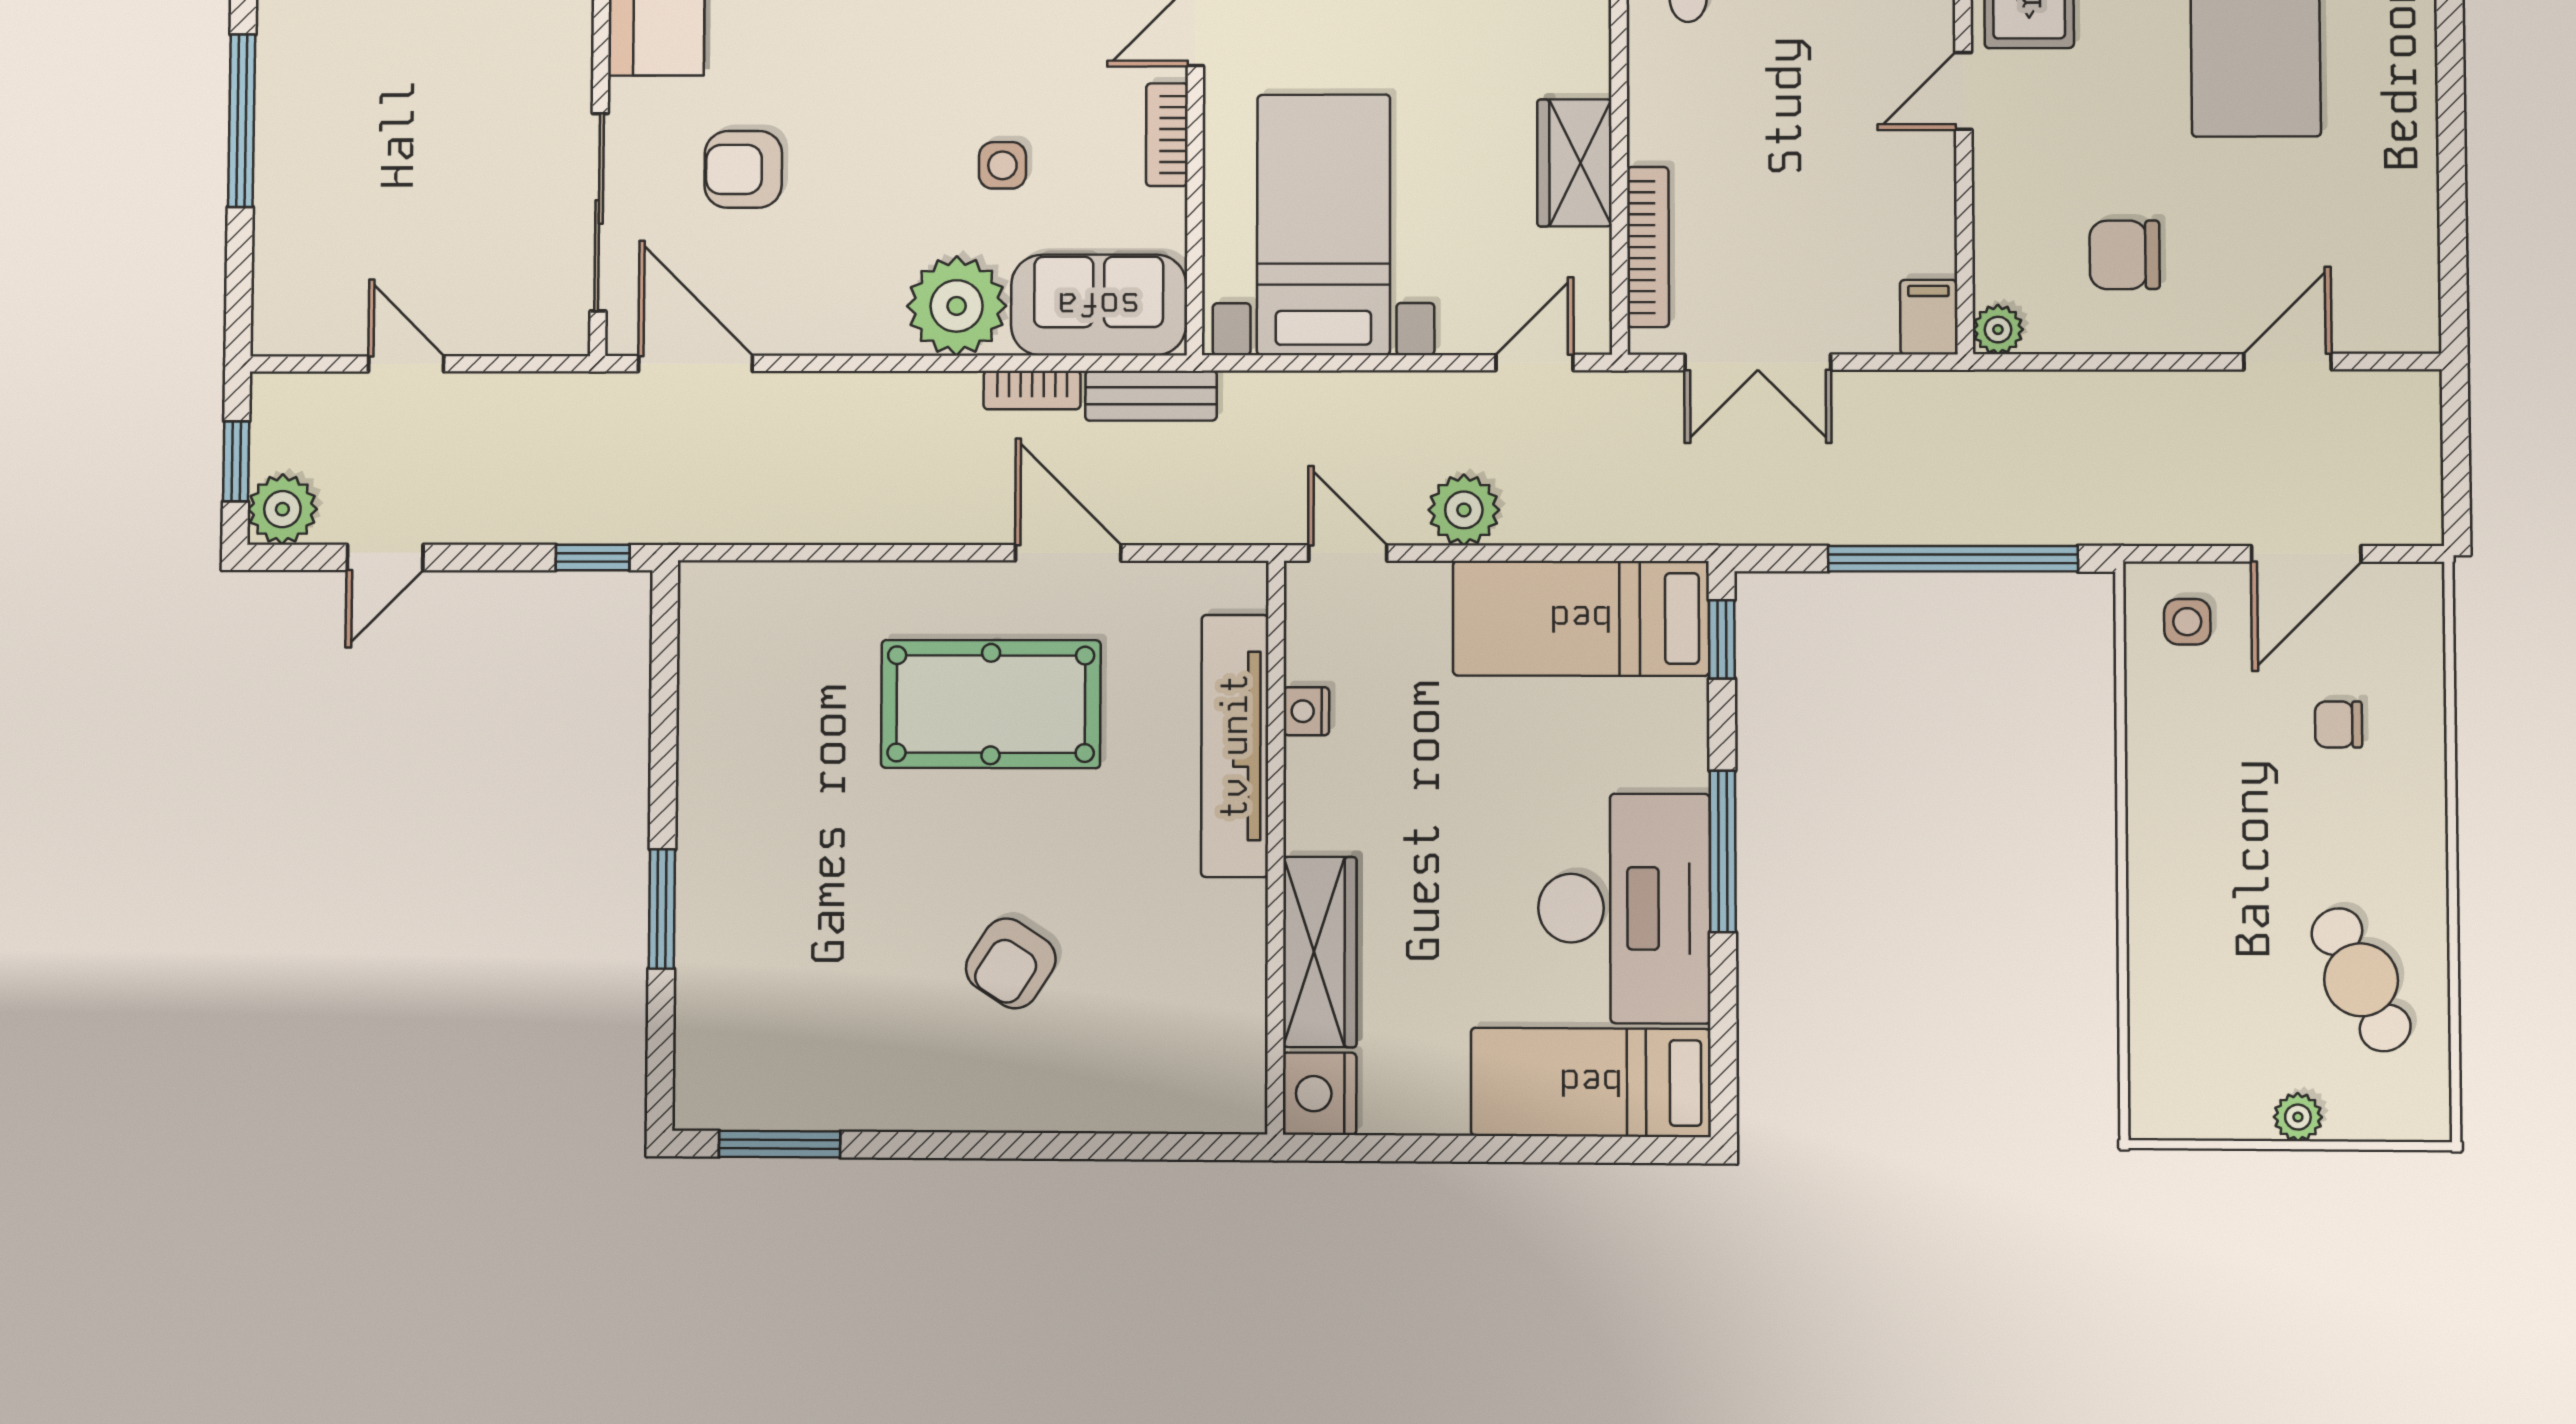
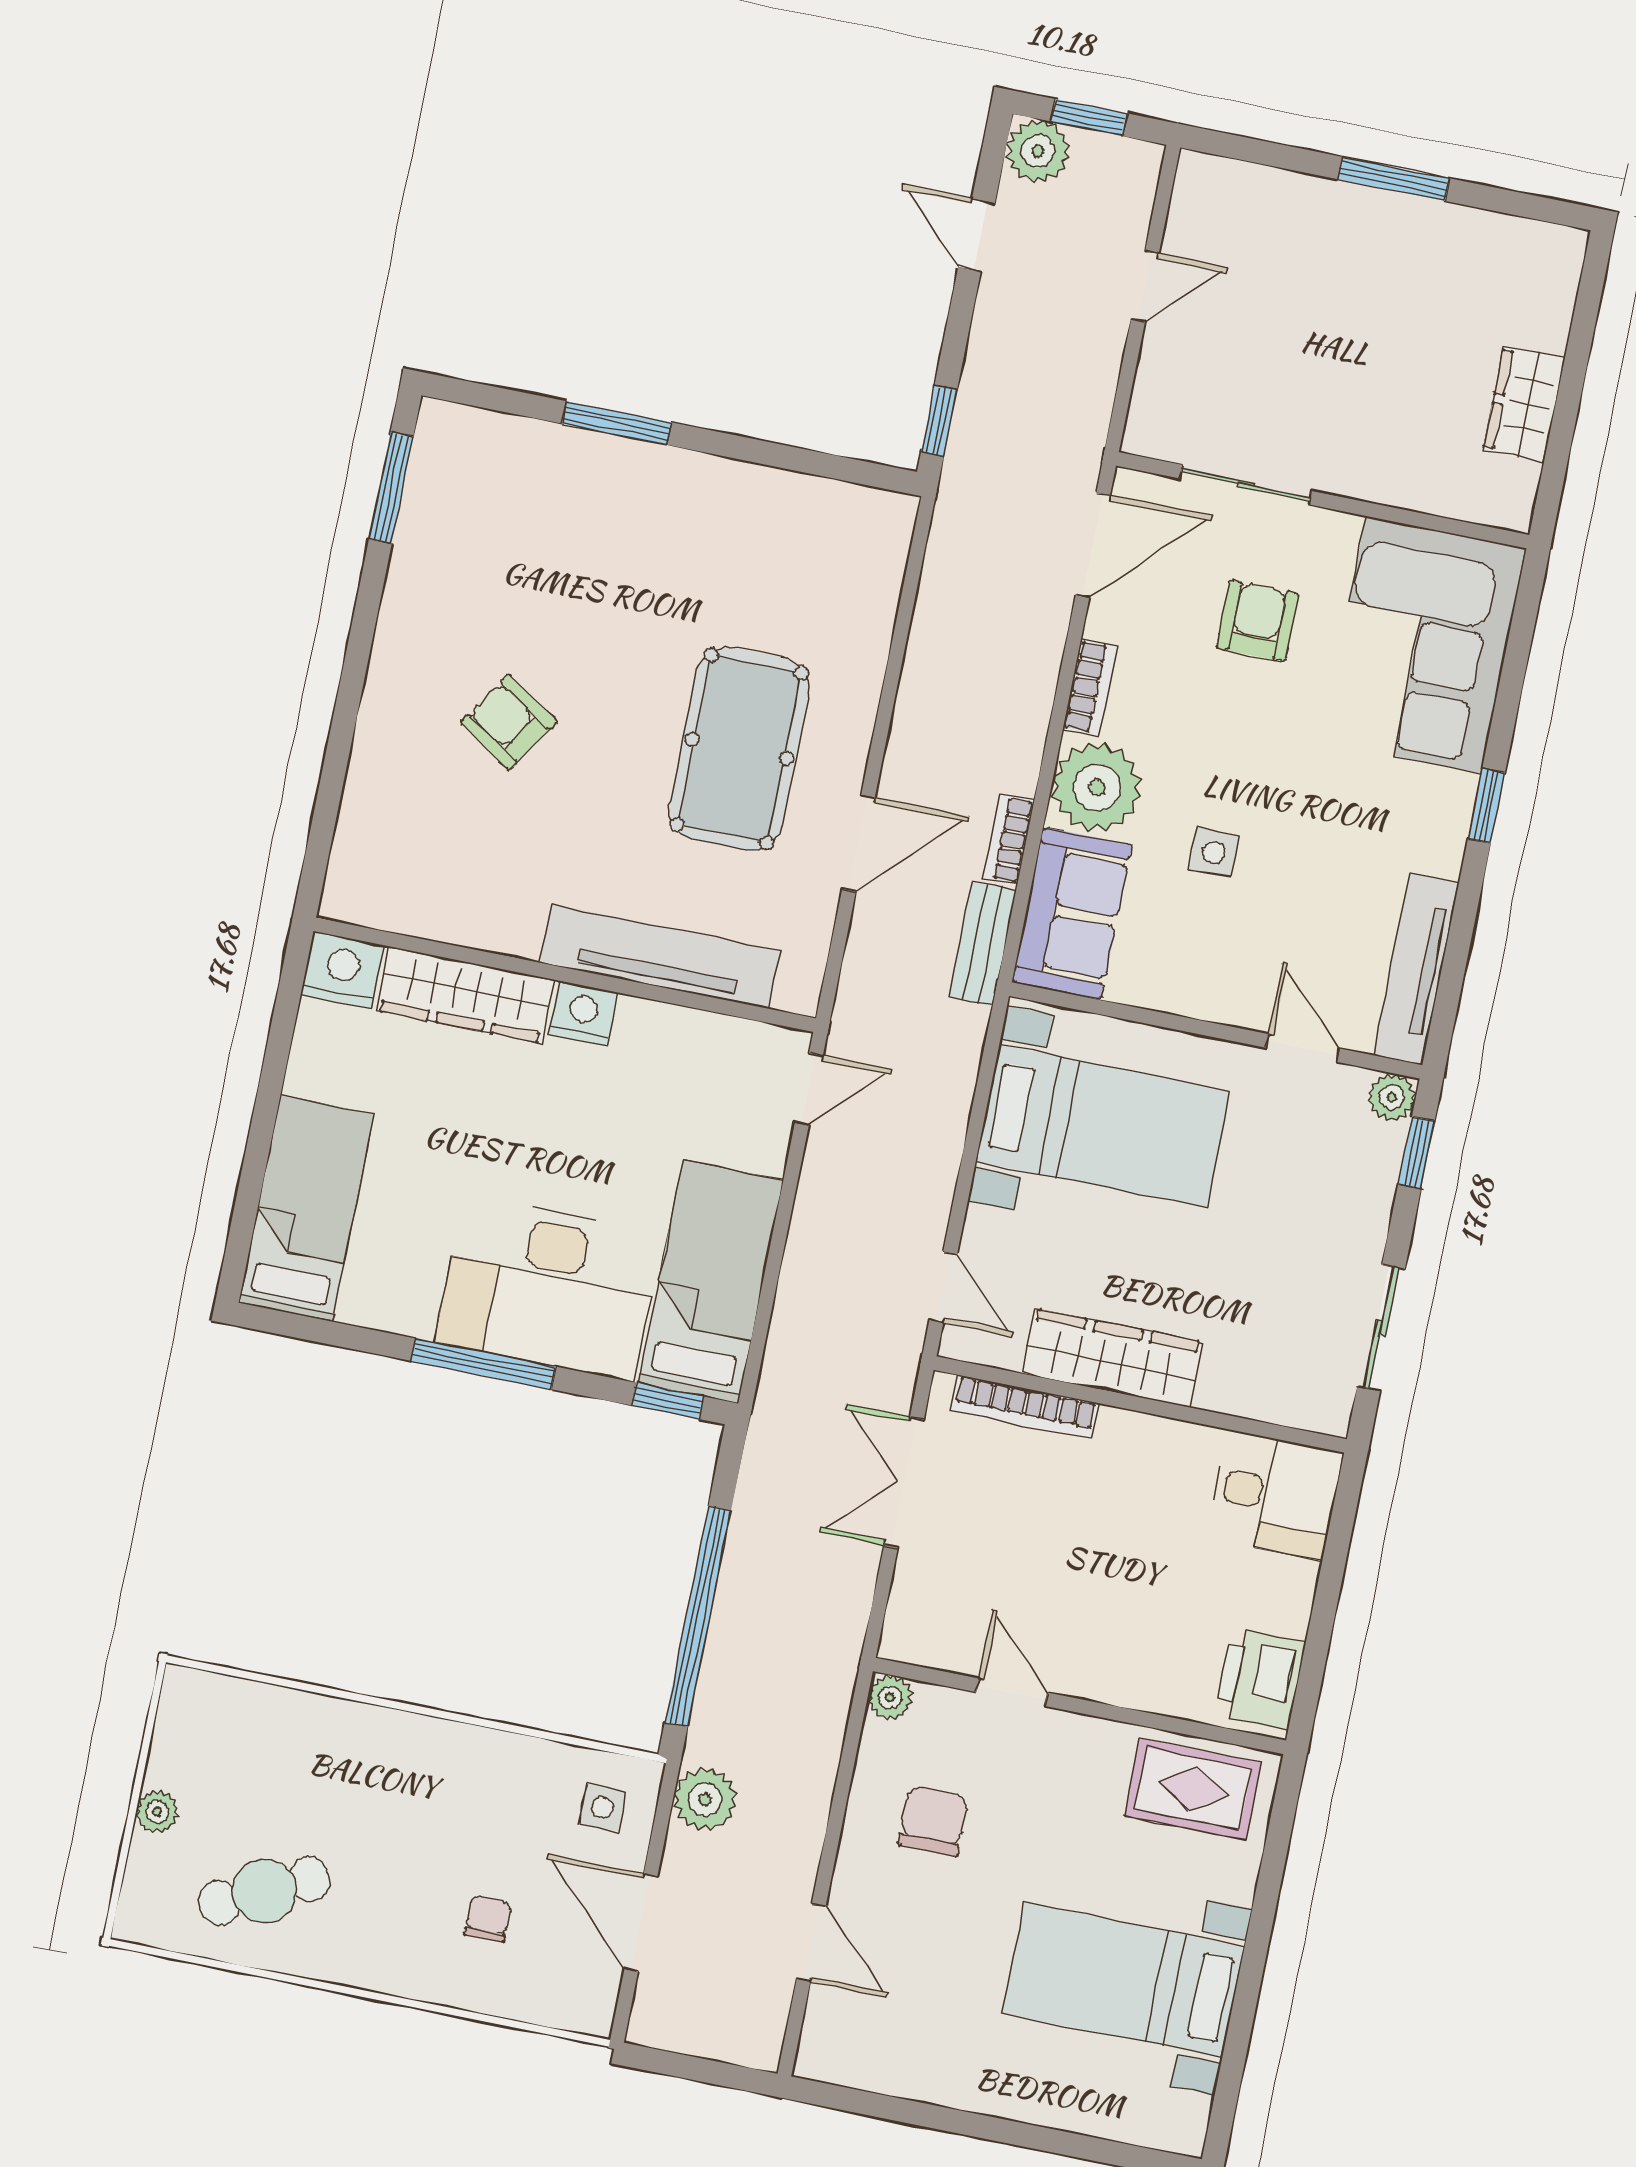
door: (1963, 91) -> (1012, 1692), moved
window: (242, 121) -> (1394, 179), width x0.69
bookcase: (1167, 135) -> (1090, 688), moved, turned 90
wardrobe: (1575, 163) -> (1112, 1358), width x1.50
sliding door: (599, 212) -> (1246, 485), width x0.73
filing cabinet: (1929, 317) -> (913, 1639), removed
plant: (1464, 510) -> (705, 1799), moved
nightstand: (1306, 711) -> (583, 1013), moved, width x1.39, depth x1.35
desk: (1624, 908) -> (549, 1288), moved

